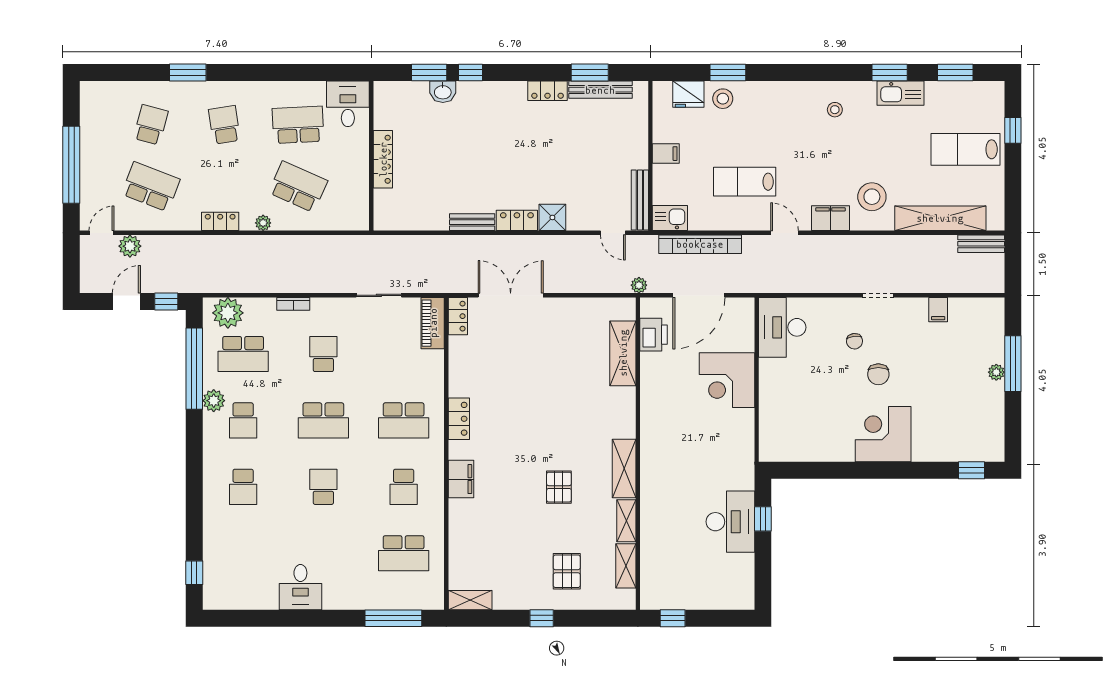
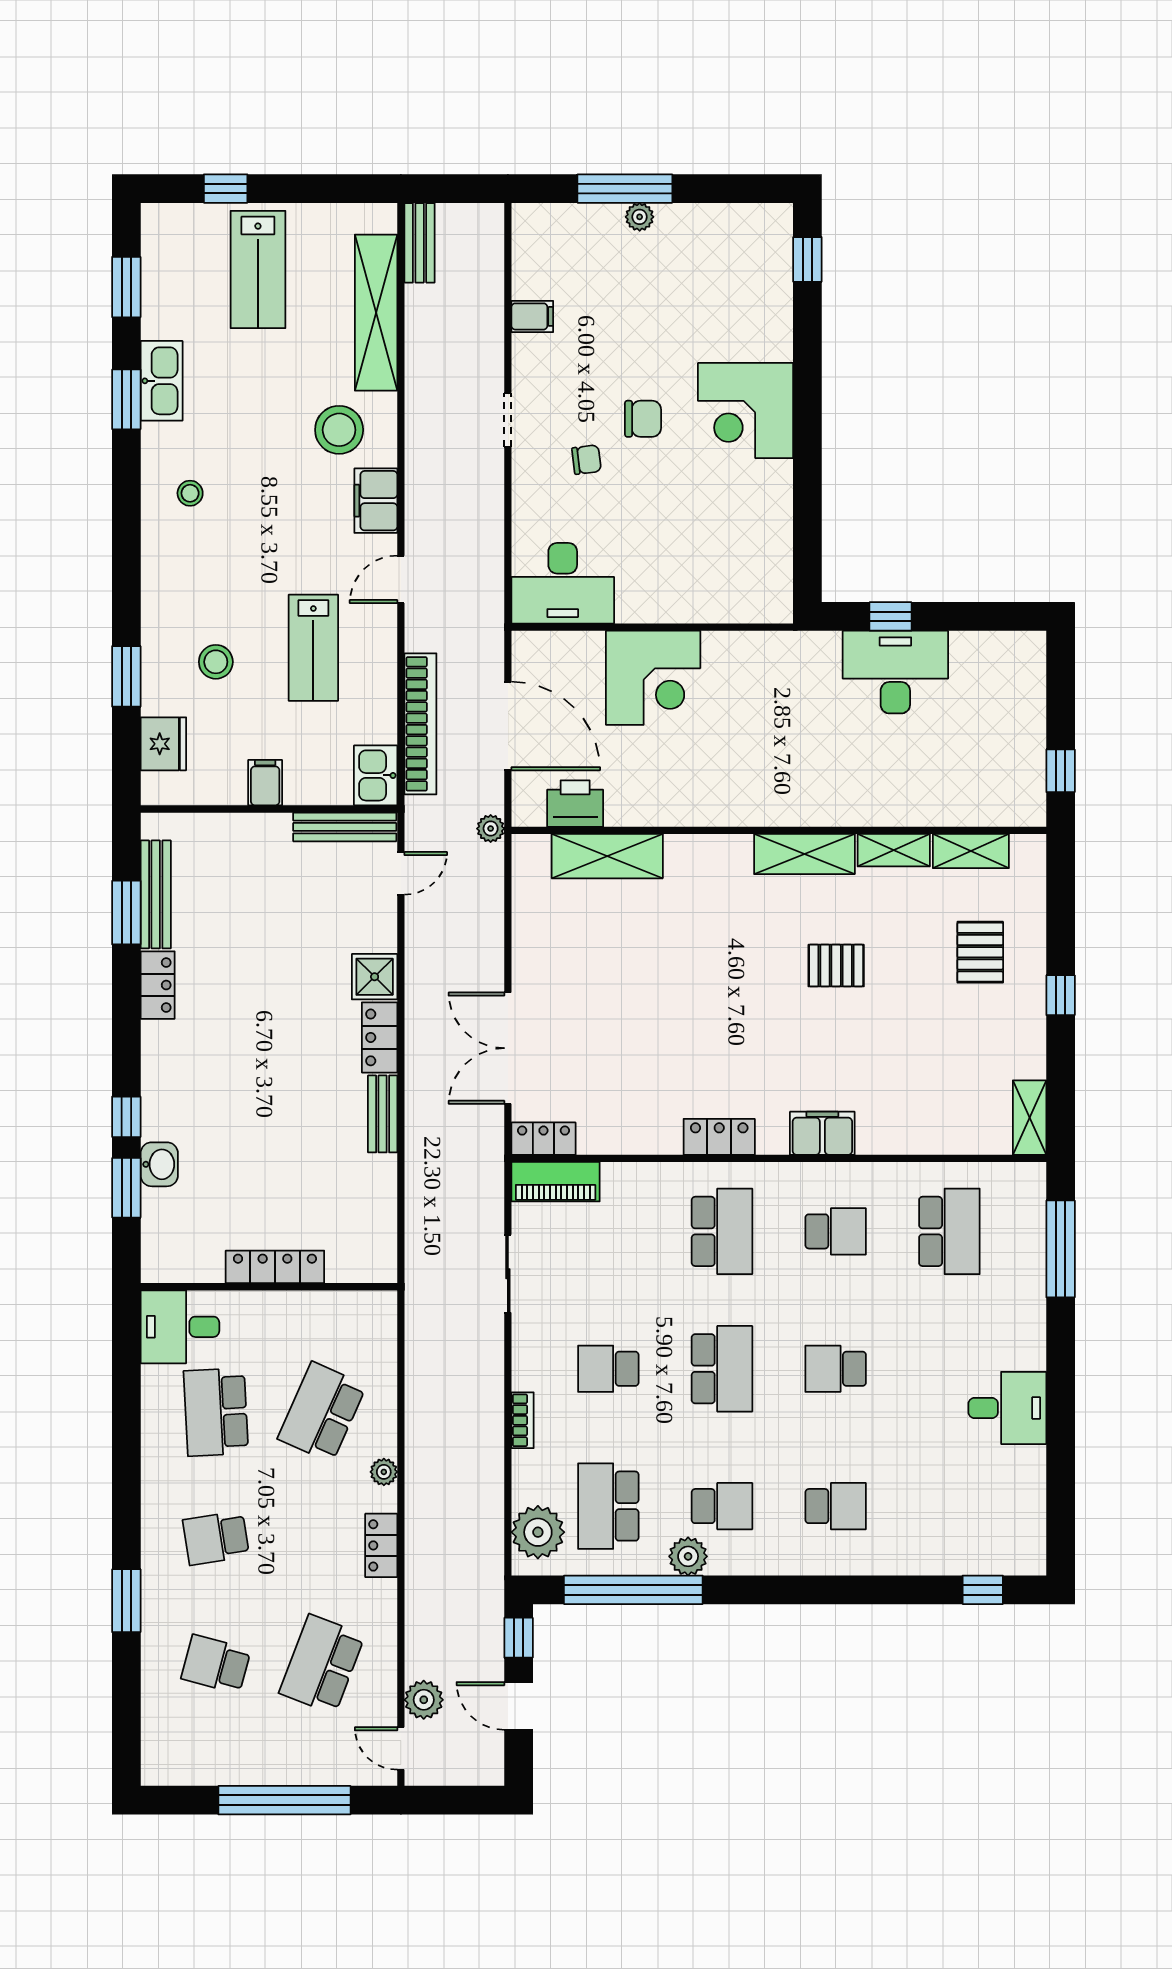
stool: (723, 99) -> (216, 662), moved
school desk: (243, 354) -> (608, 1506), turned 180
pallet: (567, 571) -> (980, 952), turned 90

